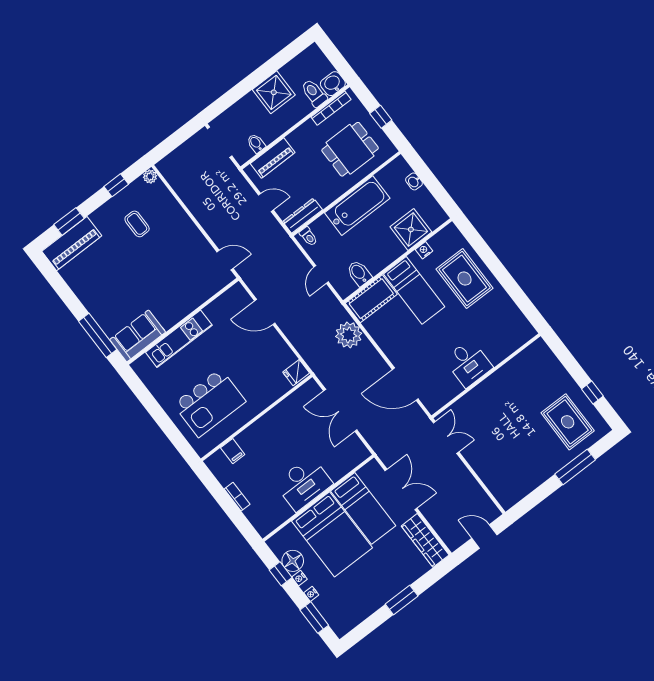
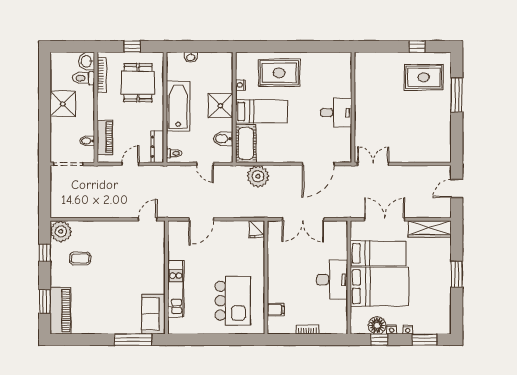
plant: (150, 177) -> (61, 231), width x1.87, depth x1.87
shower: (411, 229) -> (220, 106), moved

